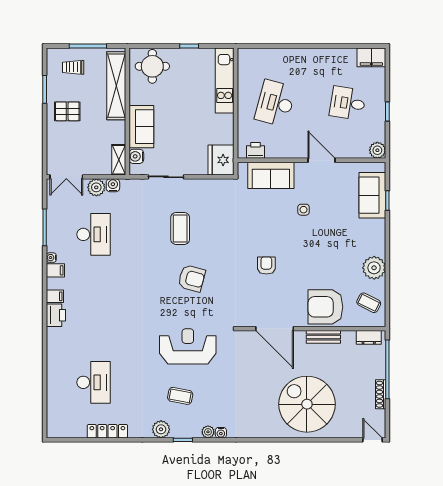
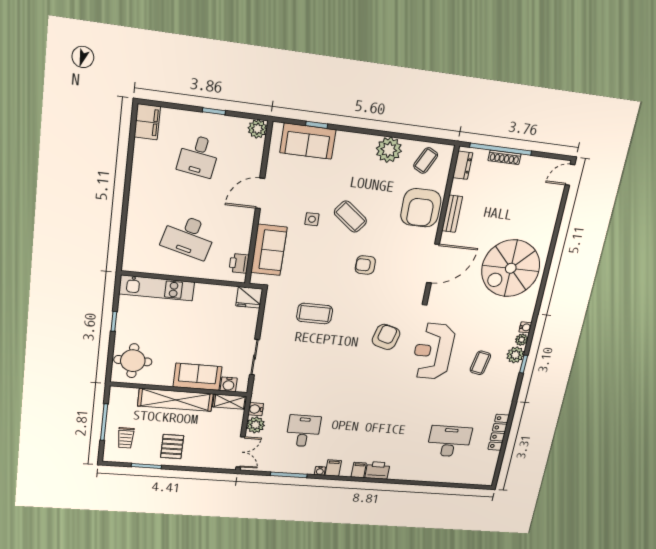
shelving: (116, 86) -> (175, 400), moved
fridge: (221, 160) -> (249, 297), width x0.73, depth x0.75
coffee table: (180, 228) -> (315, 313), moved
desk: (94, 234) -> (303, 431), width x0.73
coffee table: (310, 244) -> (350, 217), added
armchair: (192, 278) -> (386, 337), moved
shoe rack: (381, 394) -> (505, 157), moved
spiral stairs: (307, 404) -> (511, 268), moved
plant: (161, 429) -> (515, 355), moved

